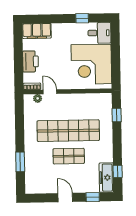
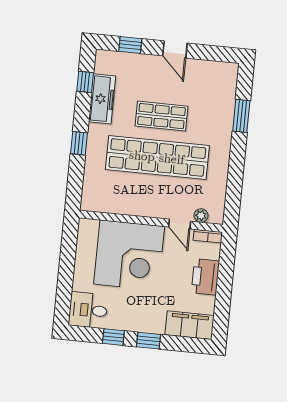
window: (61, 19) -> (149, 341), added
corner desk: (91, 64) -> (129, 255), moved, turned 90
window: (117, 115) -> (79, 143), moved
freezer: (106, 178) -> (102, 99), moved

